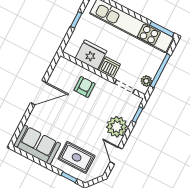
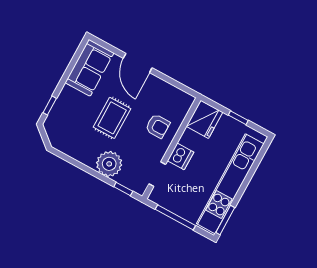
fridge: (91, 55) -> (205, 119), moved
plant: (146, 81) -> (163, 200), removed
door: (38, 93) -> (138, 63), moved
door: (116, 155) -> (75, 162), removed
rug: (77, 157) -> (112, 118), moved

